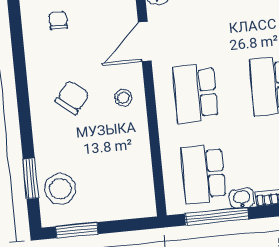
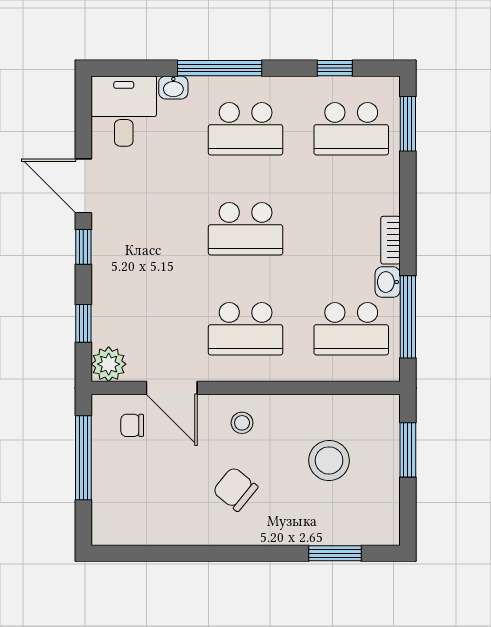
chair: (58, 21) -> (132, 425), moved
stool: (60, 189) -> (329, 460), moved
window: (77, 230) -> (408, 450), moved

